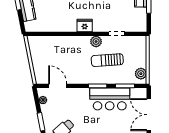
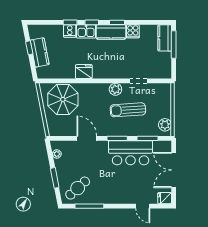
fridge: (85, 25) -> (84, 72), moved
parasol: (48, 51) -> (63, 99), added
door: (58, 86) -> (87, 138), moved

